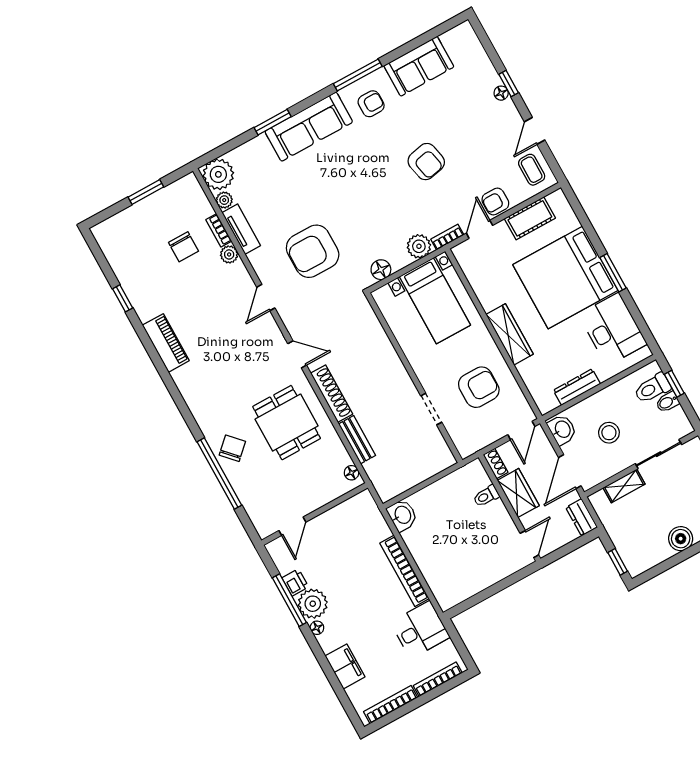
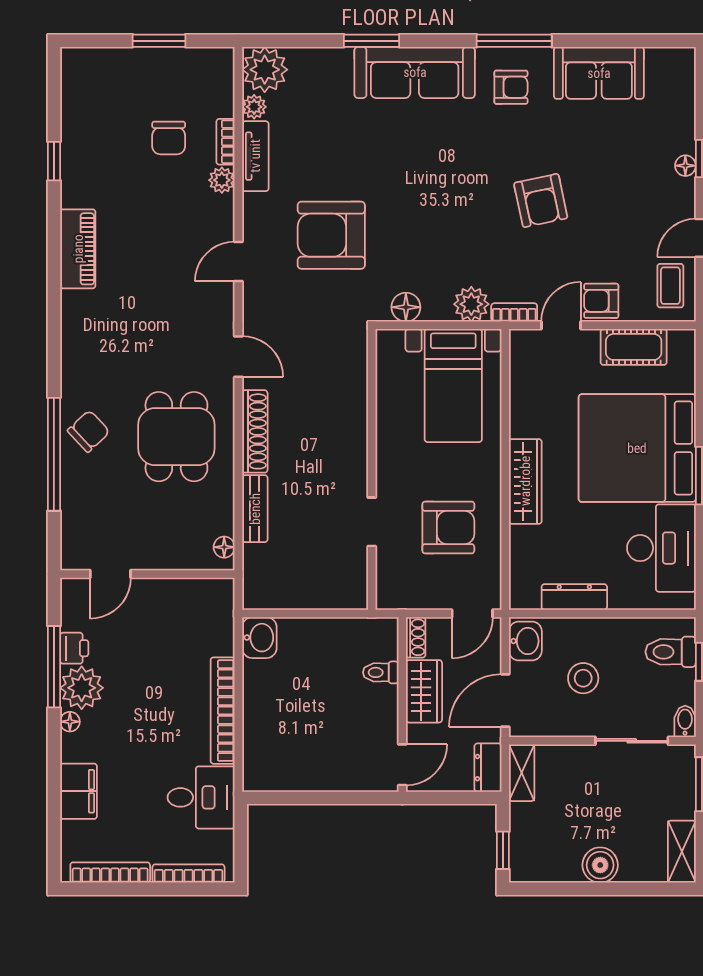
bidet: (667, 402) -> (685, 721), moved, turned 90
shelving: (624, 486) -> (522, 773), moved, turned 90

